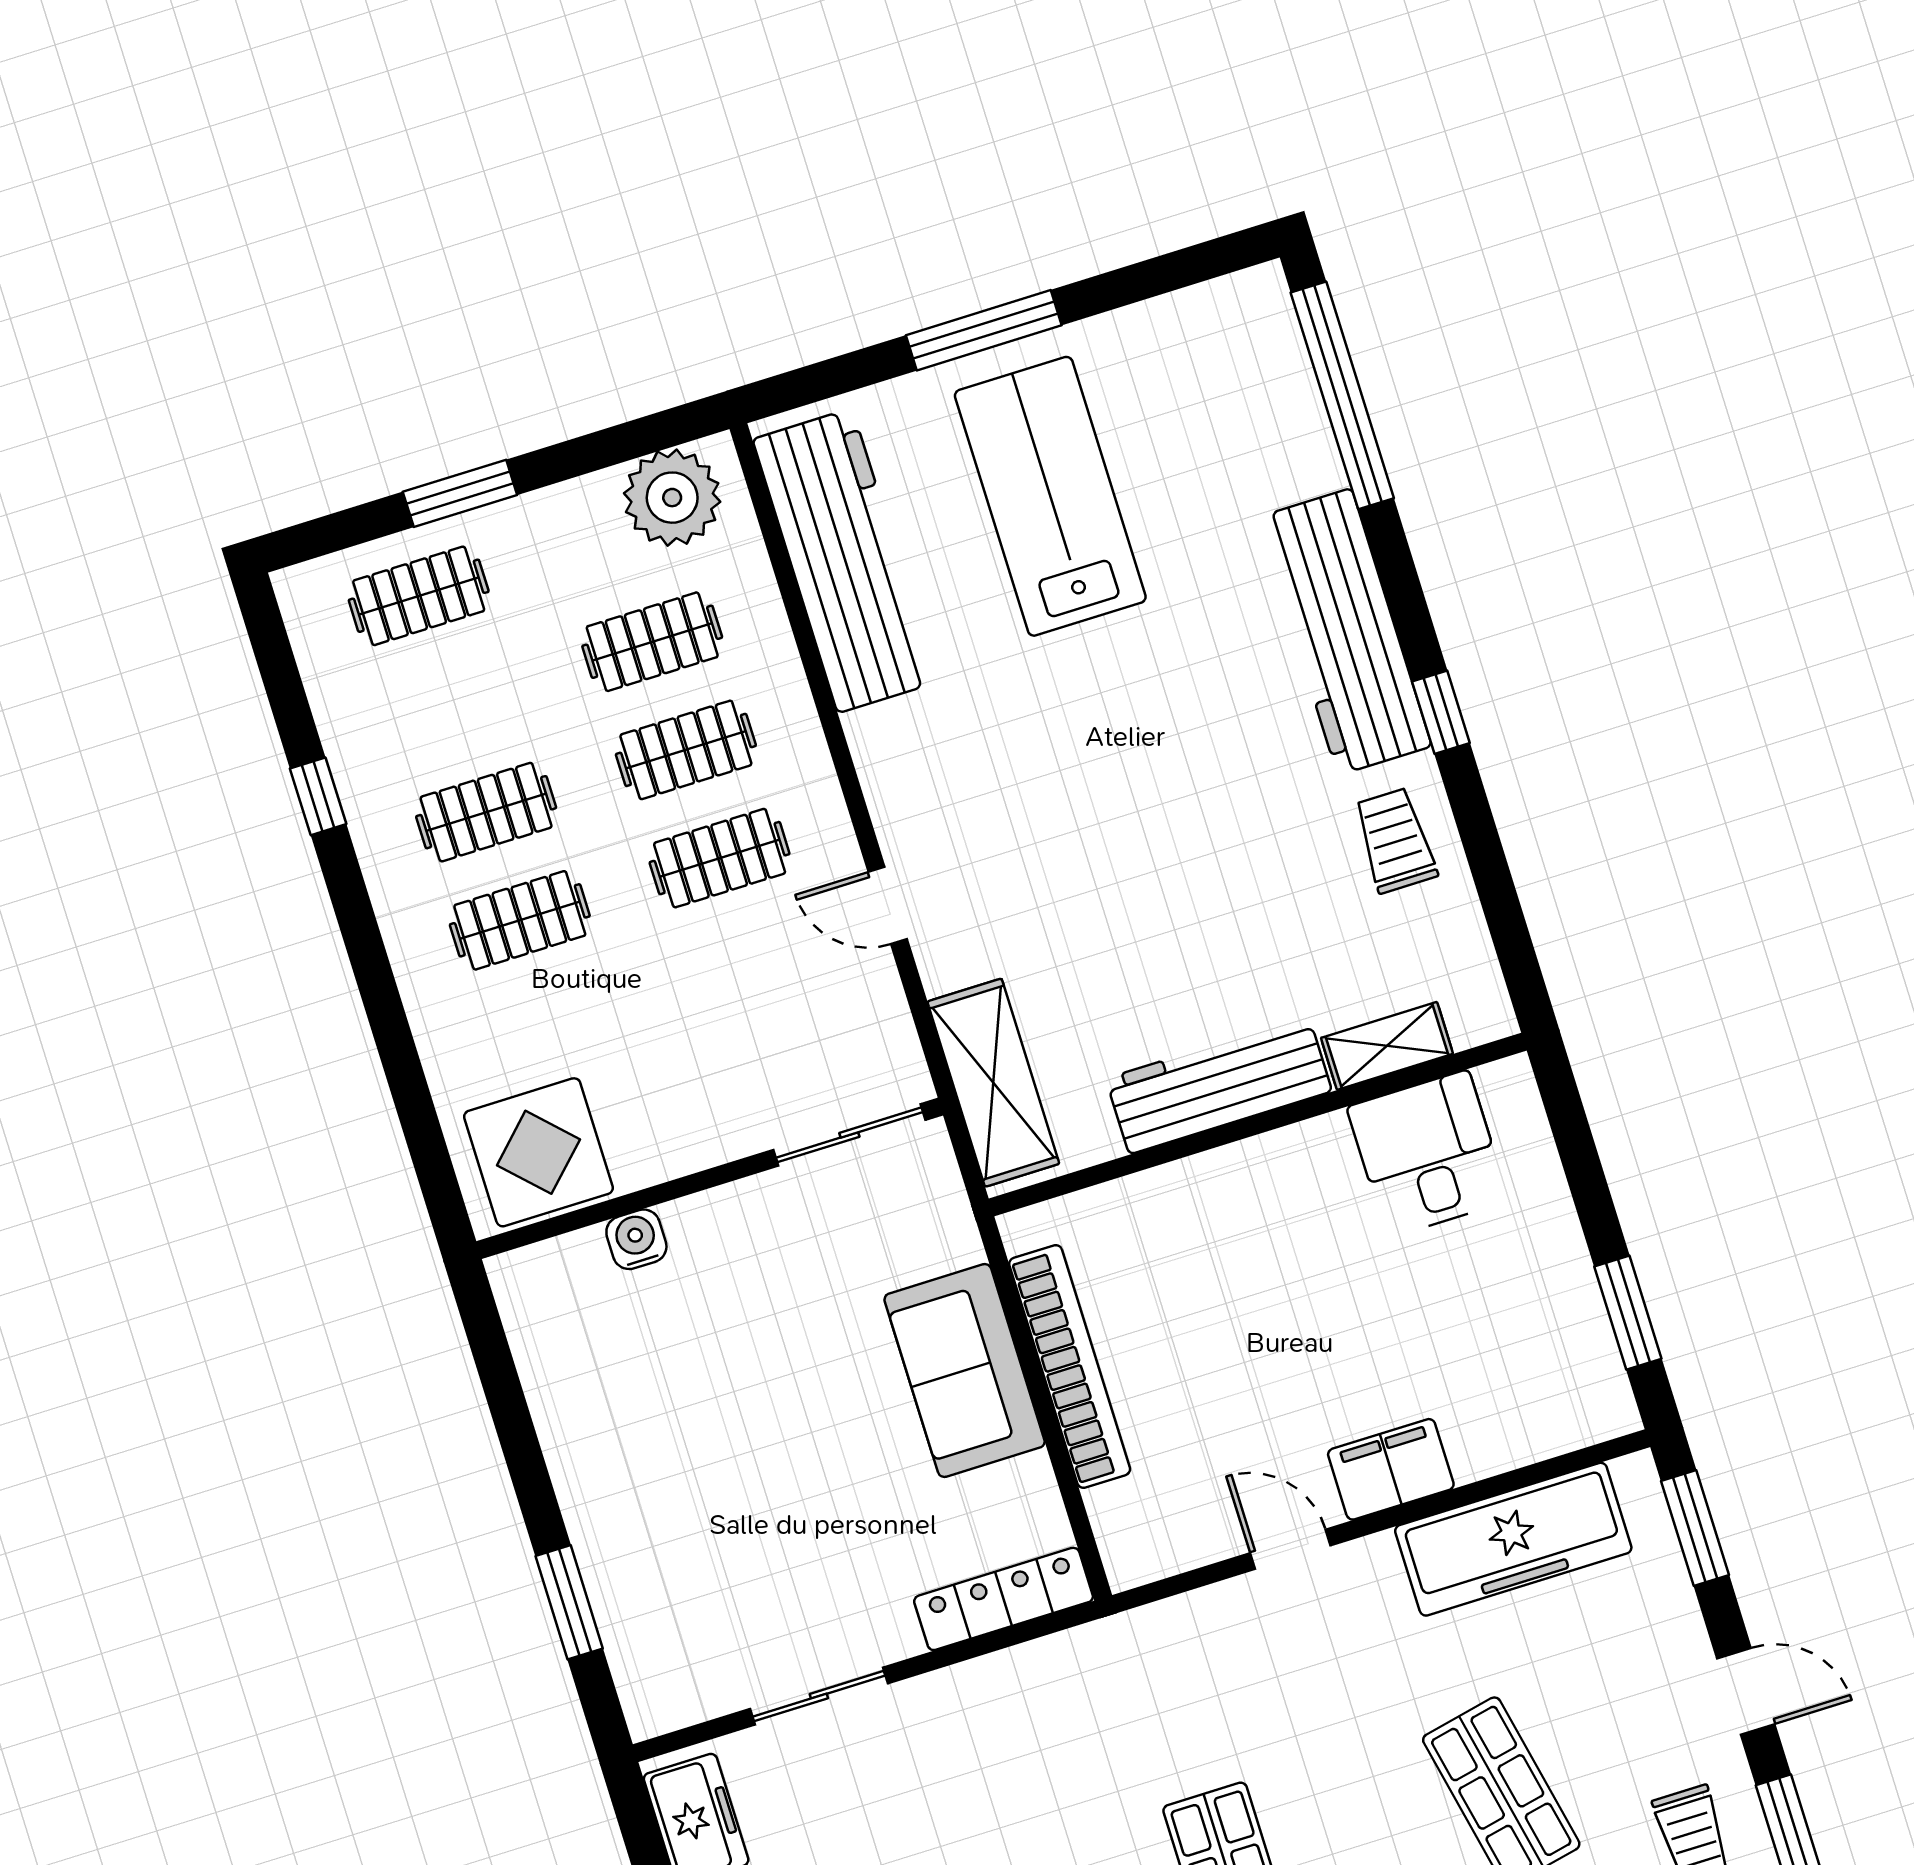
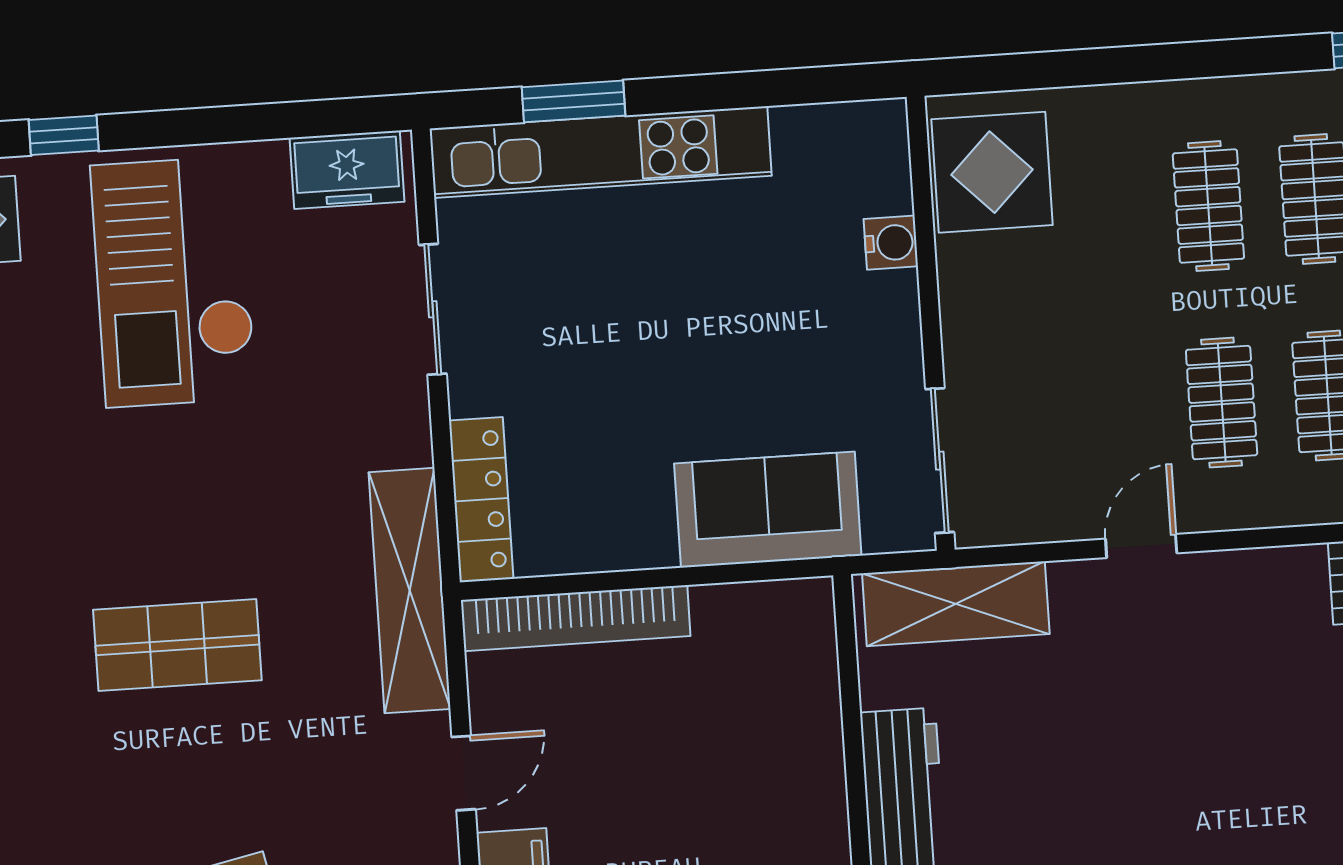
bookcase: (1070, 1366) -> (576, 618), moved
sofa: (965, 1371) -> (768, 510), moved
kitchen unit: (615, 1562) -> (601, 152), added
shelving: (1115, 1650) -> (410, 591), added

